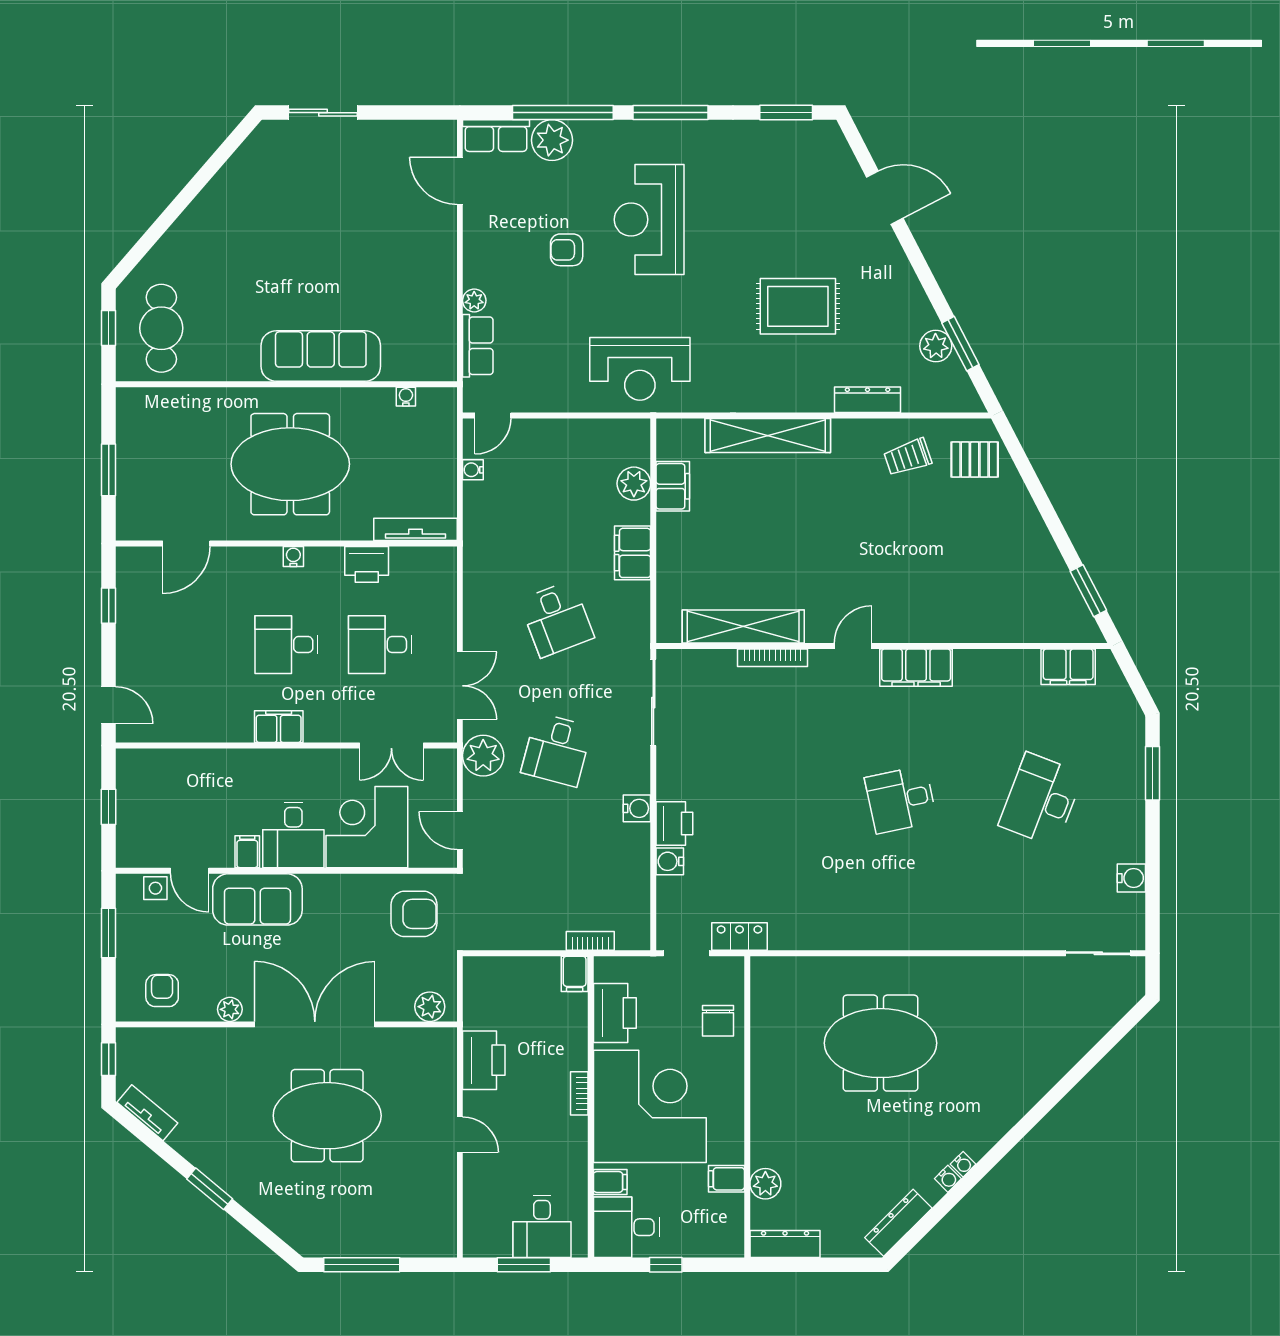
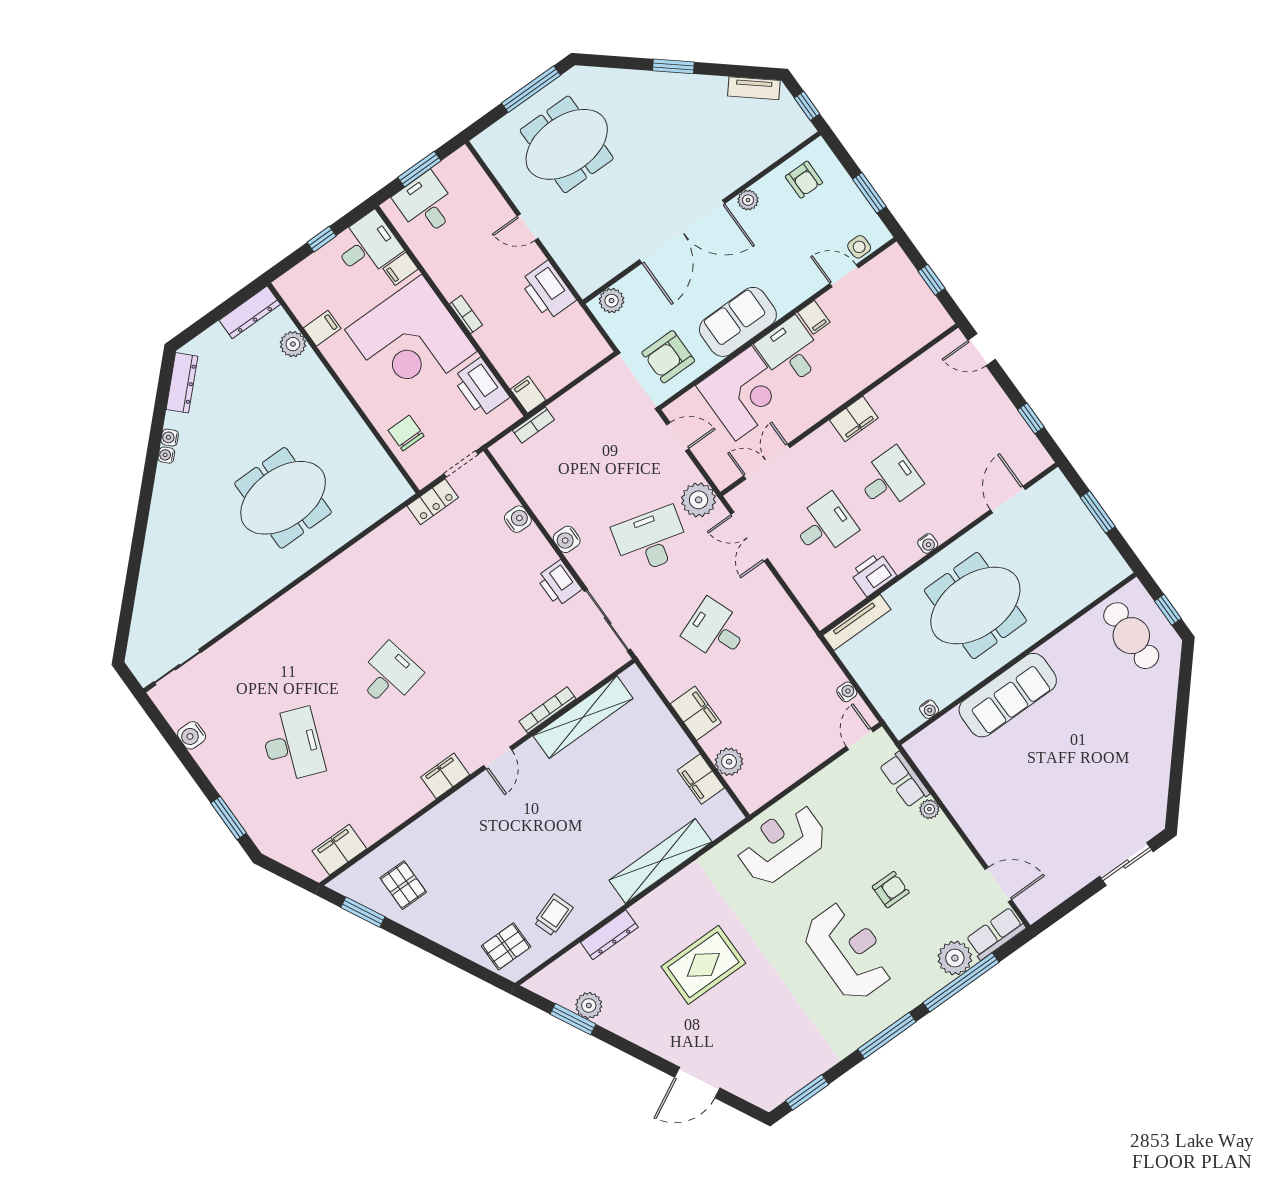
pallet: (1031, 589) -> (403, 885), added
filing cabinet: (916, 668) -> (445, 776), width x0.67, depth x0.86
desk: (557, 750) -> (651, 540), width x1.37
printer: (674, 824) -> (559, 583), moved
sofa: (257, 899) -> (738, 322), moved
meeting table: (327, 1116) -> (567, 144), moved

